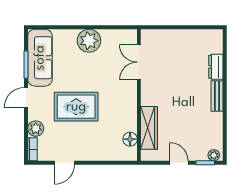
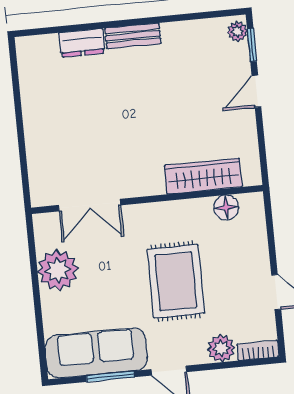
double door: (139, 62) -> (90, 205), moved
wall: (139, 95) -> (147, 199), moved
wardrobe: (149, 128) -> (203, 176), moved
floor lamp: (130, 139) -> (226, 207), moved

